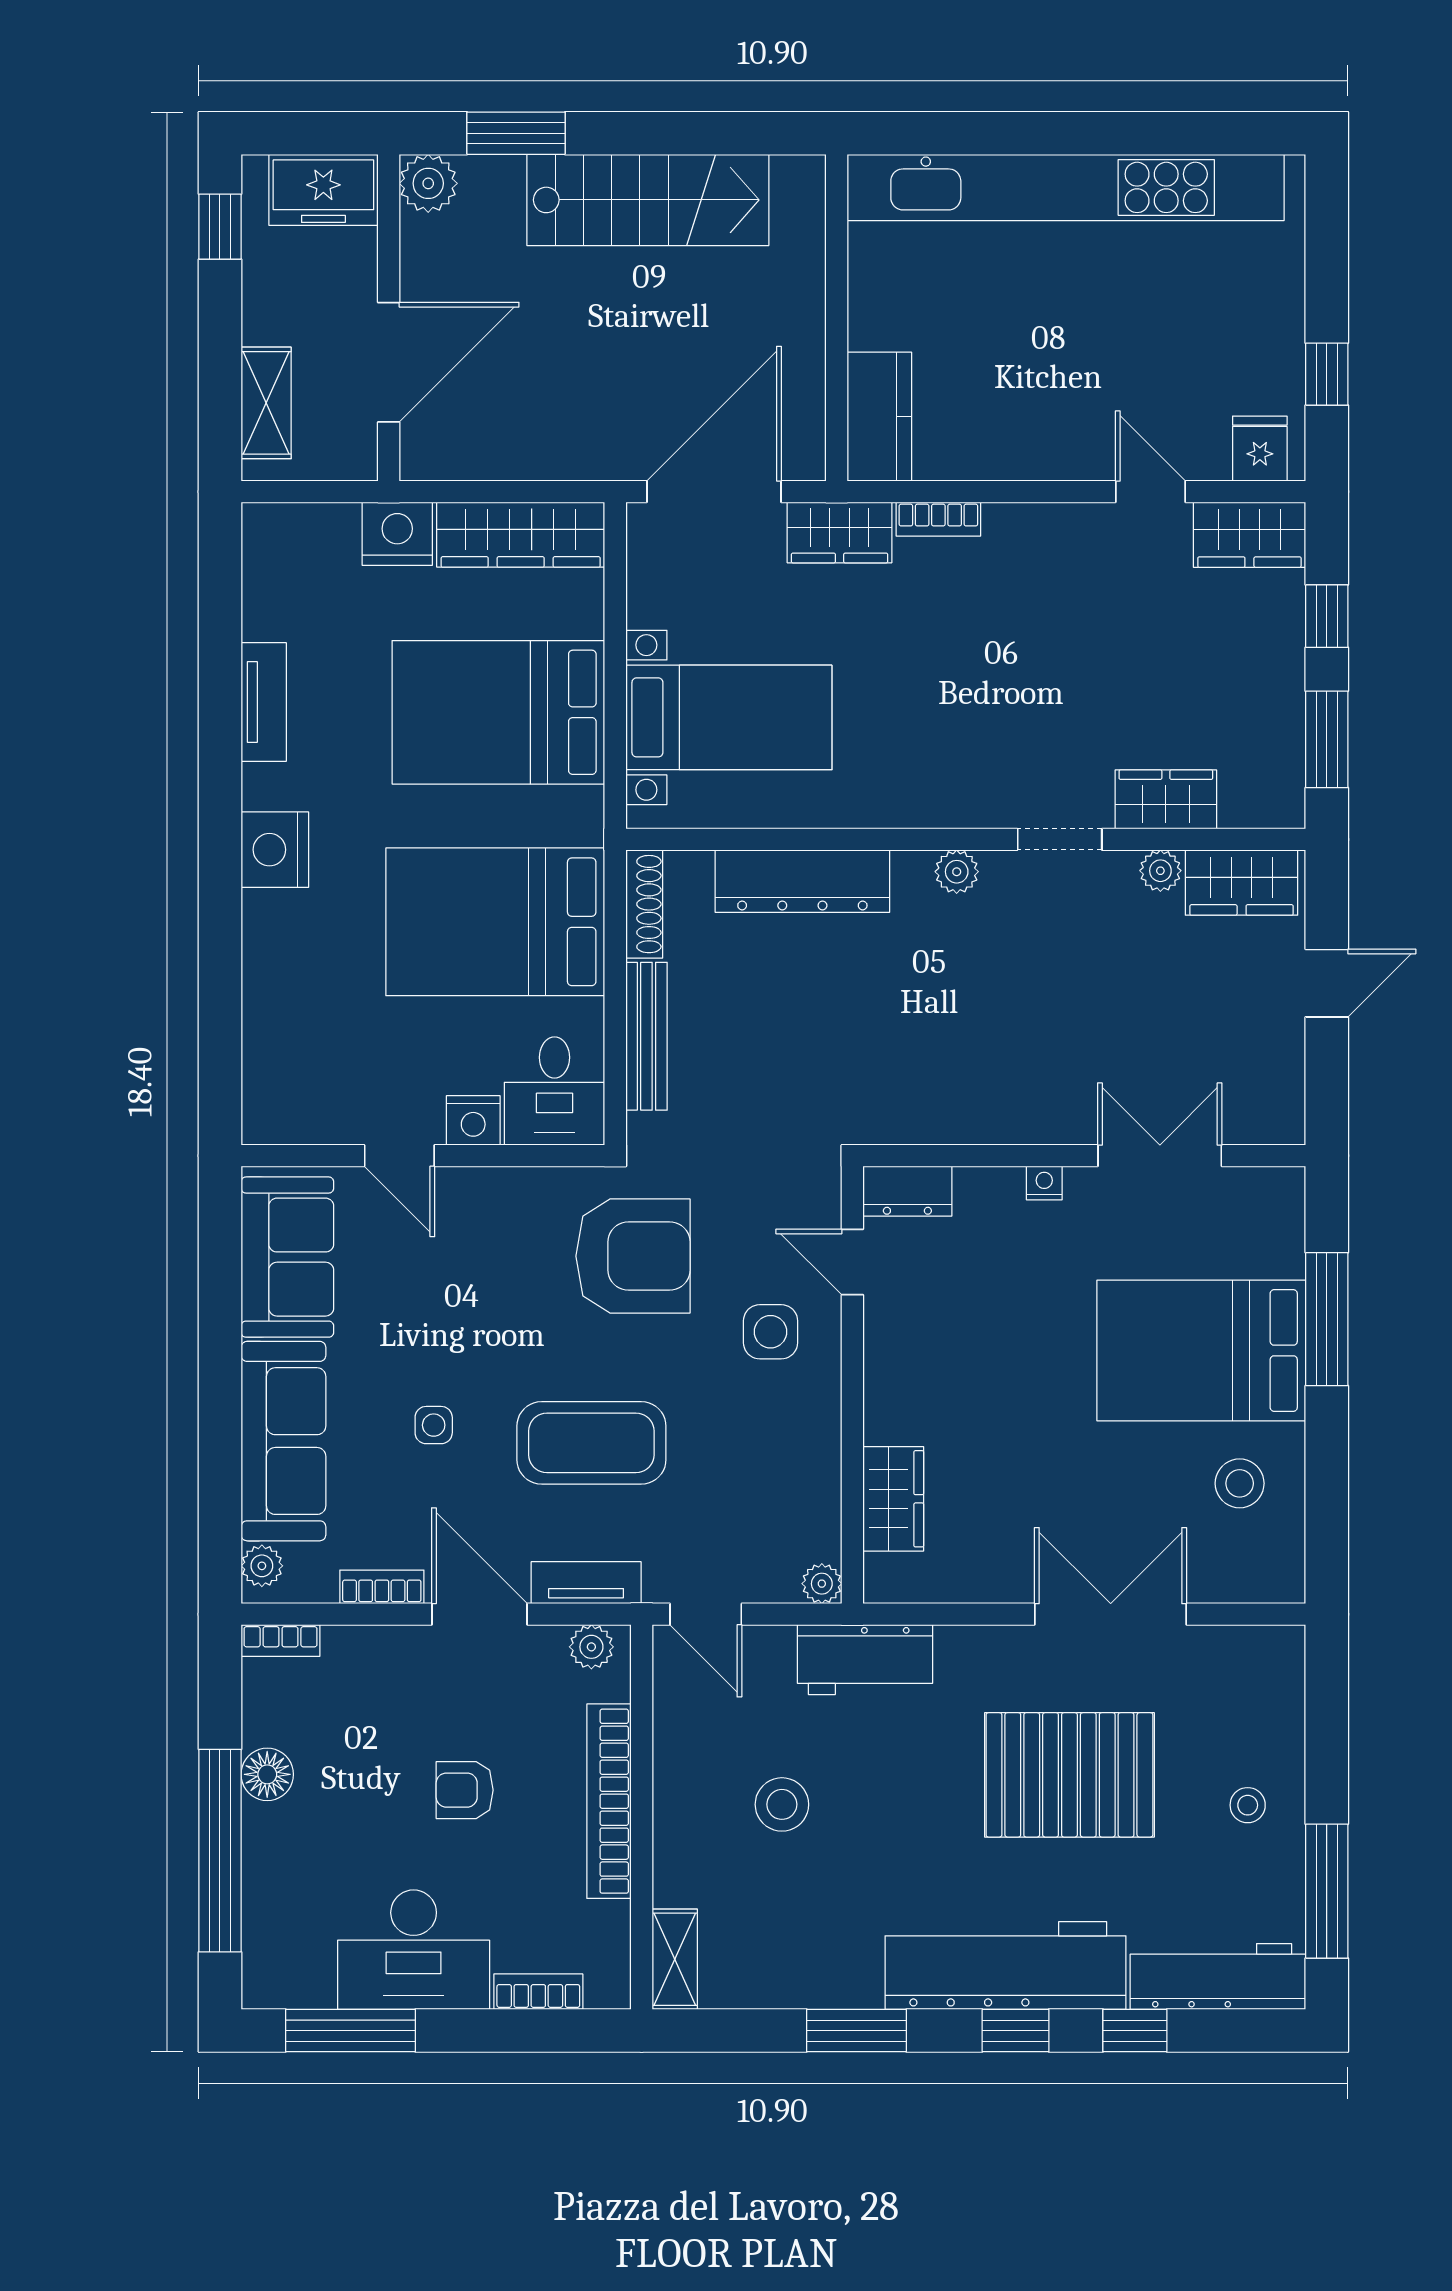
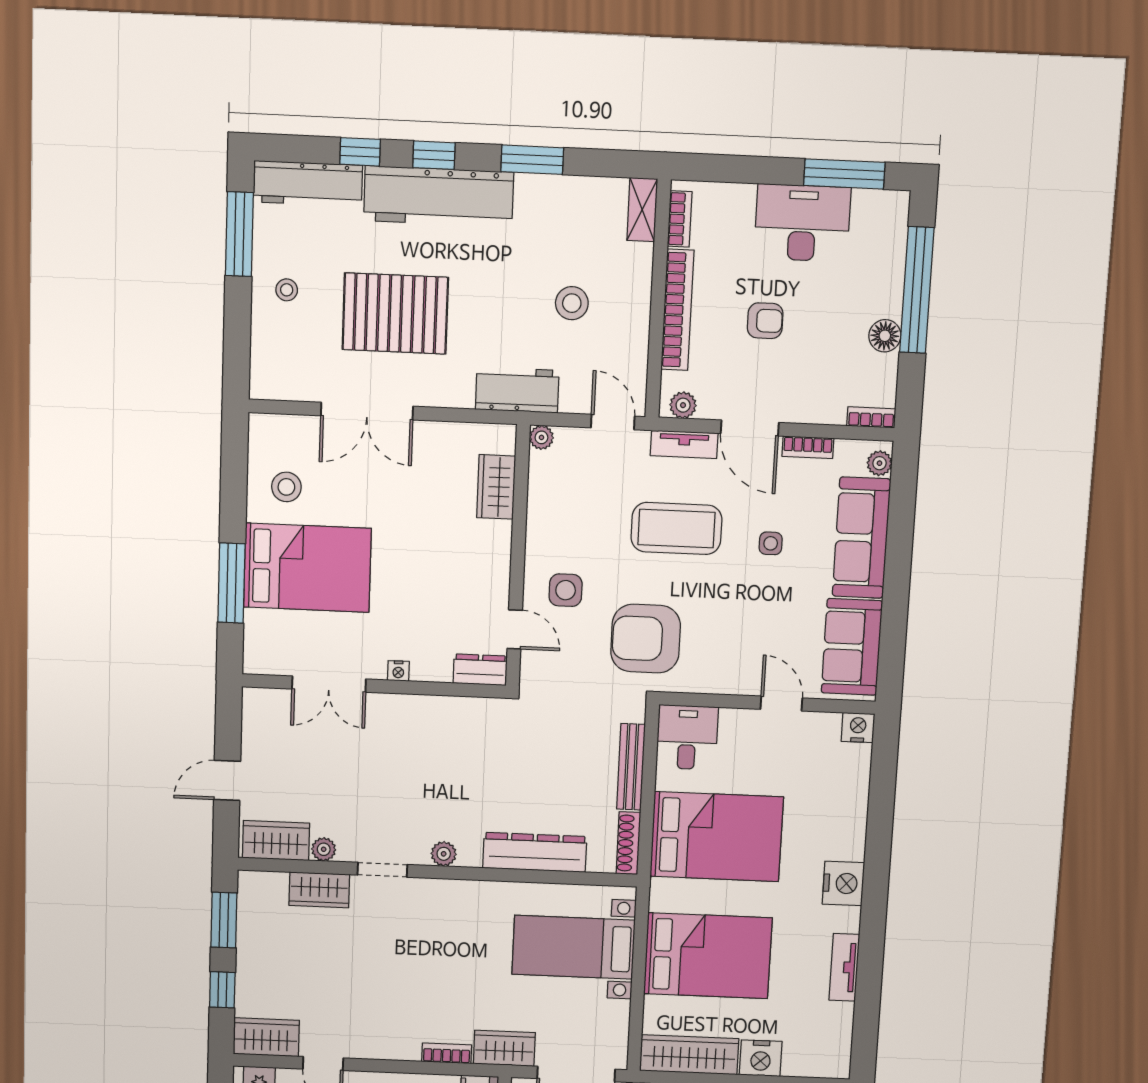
nightstand: (473, 1120) -> (858, 728), moved
bookcase: (538, 1992) -> (680, 219), moved, turned -90

